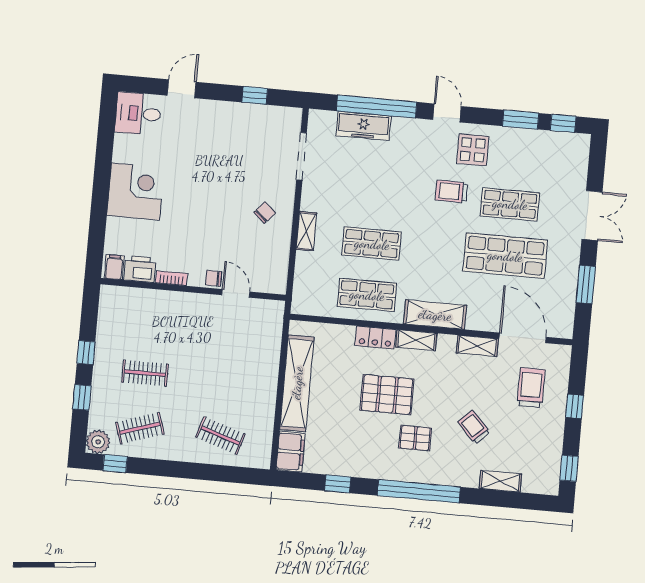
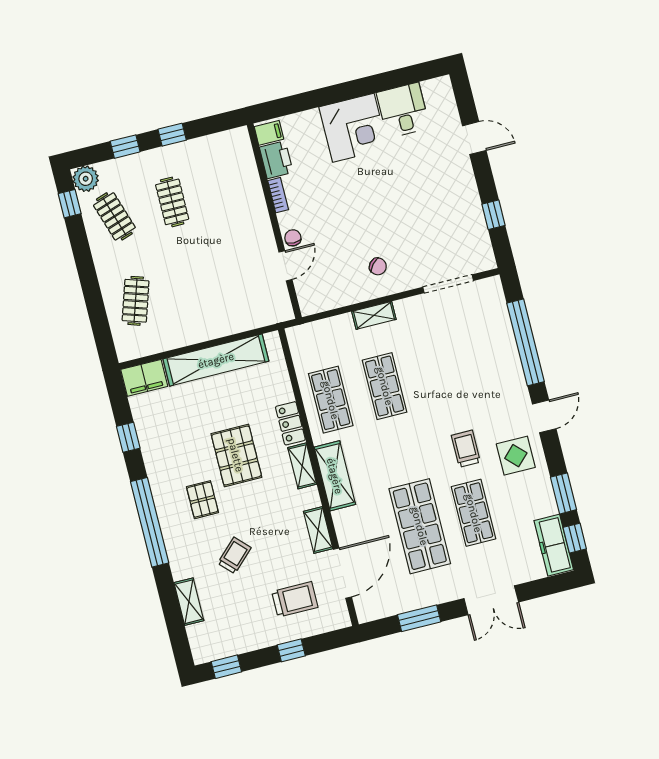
desk: (138, 114) -> (403, 110), moved
freezer: (363, 126) -> (554, 545), moved

